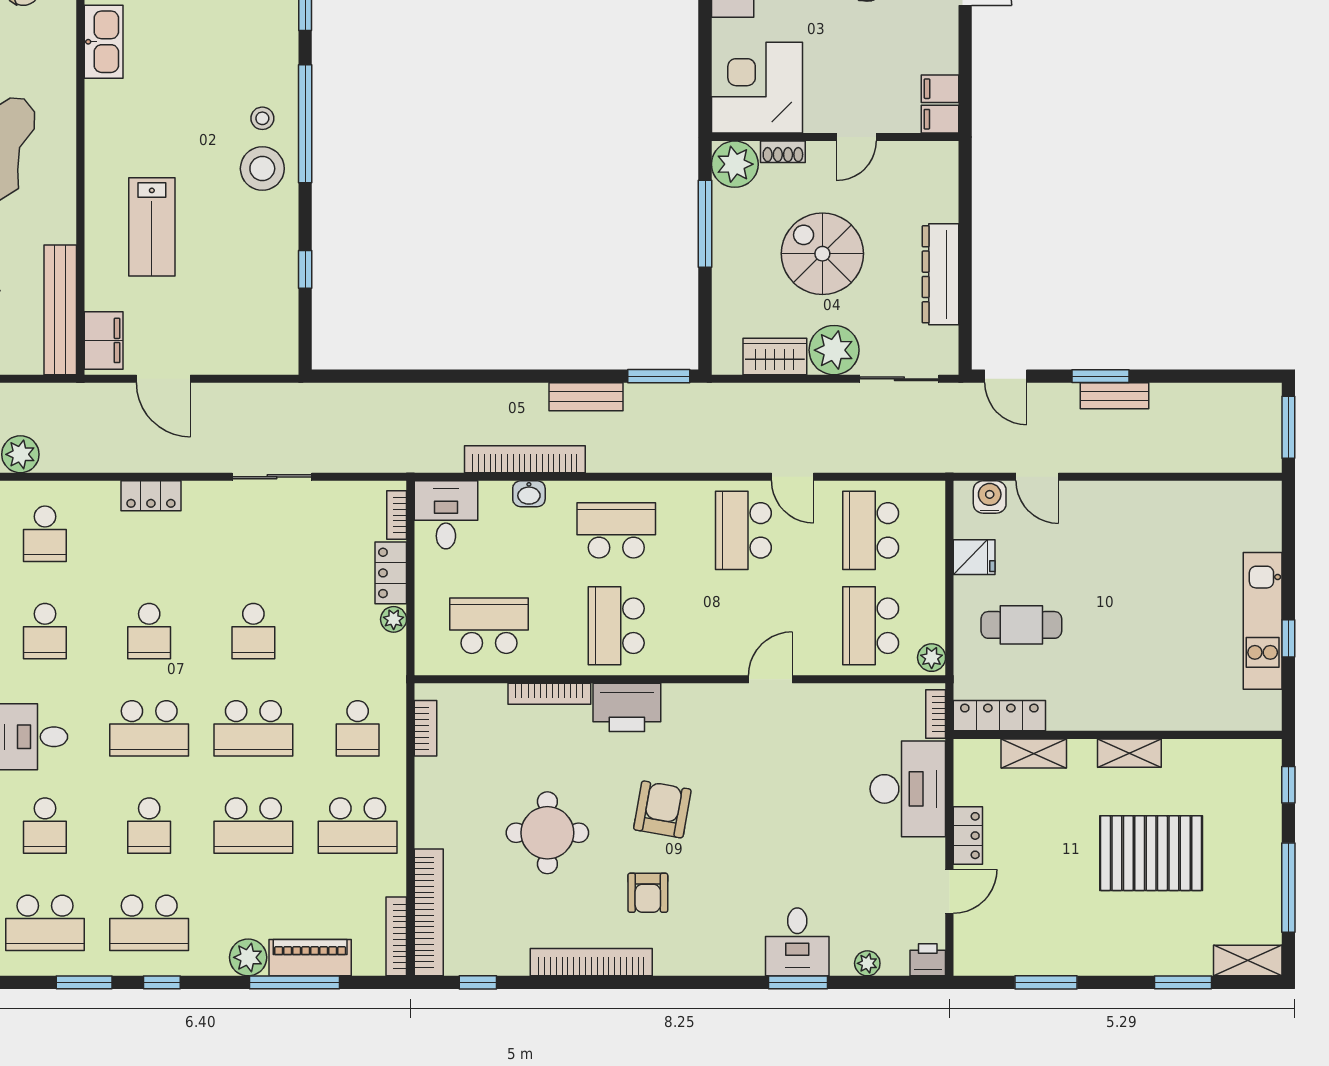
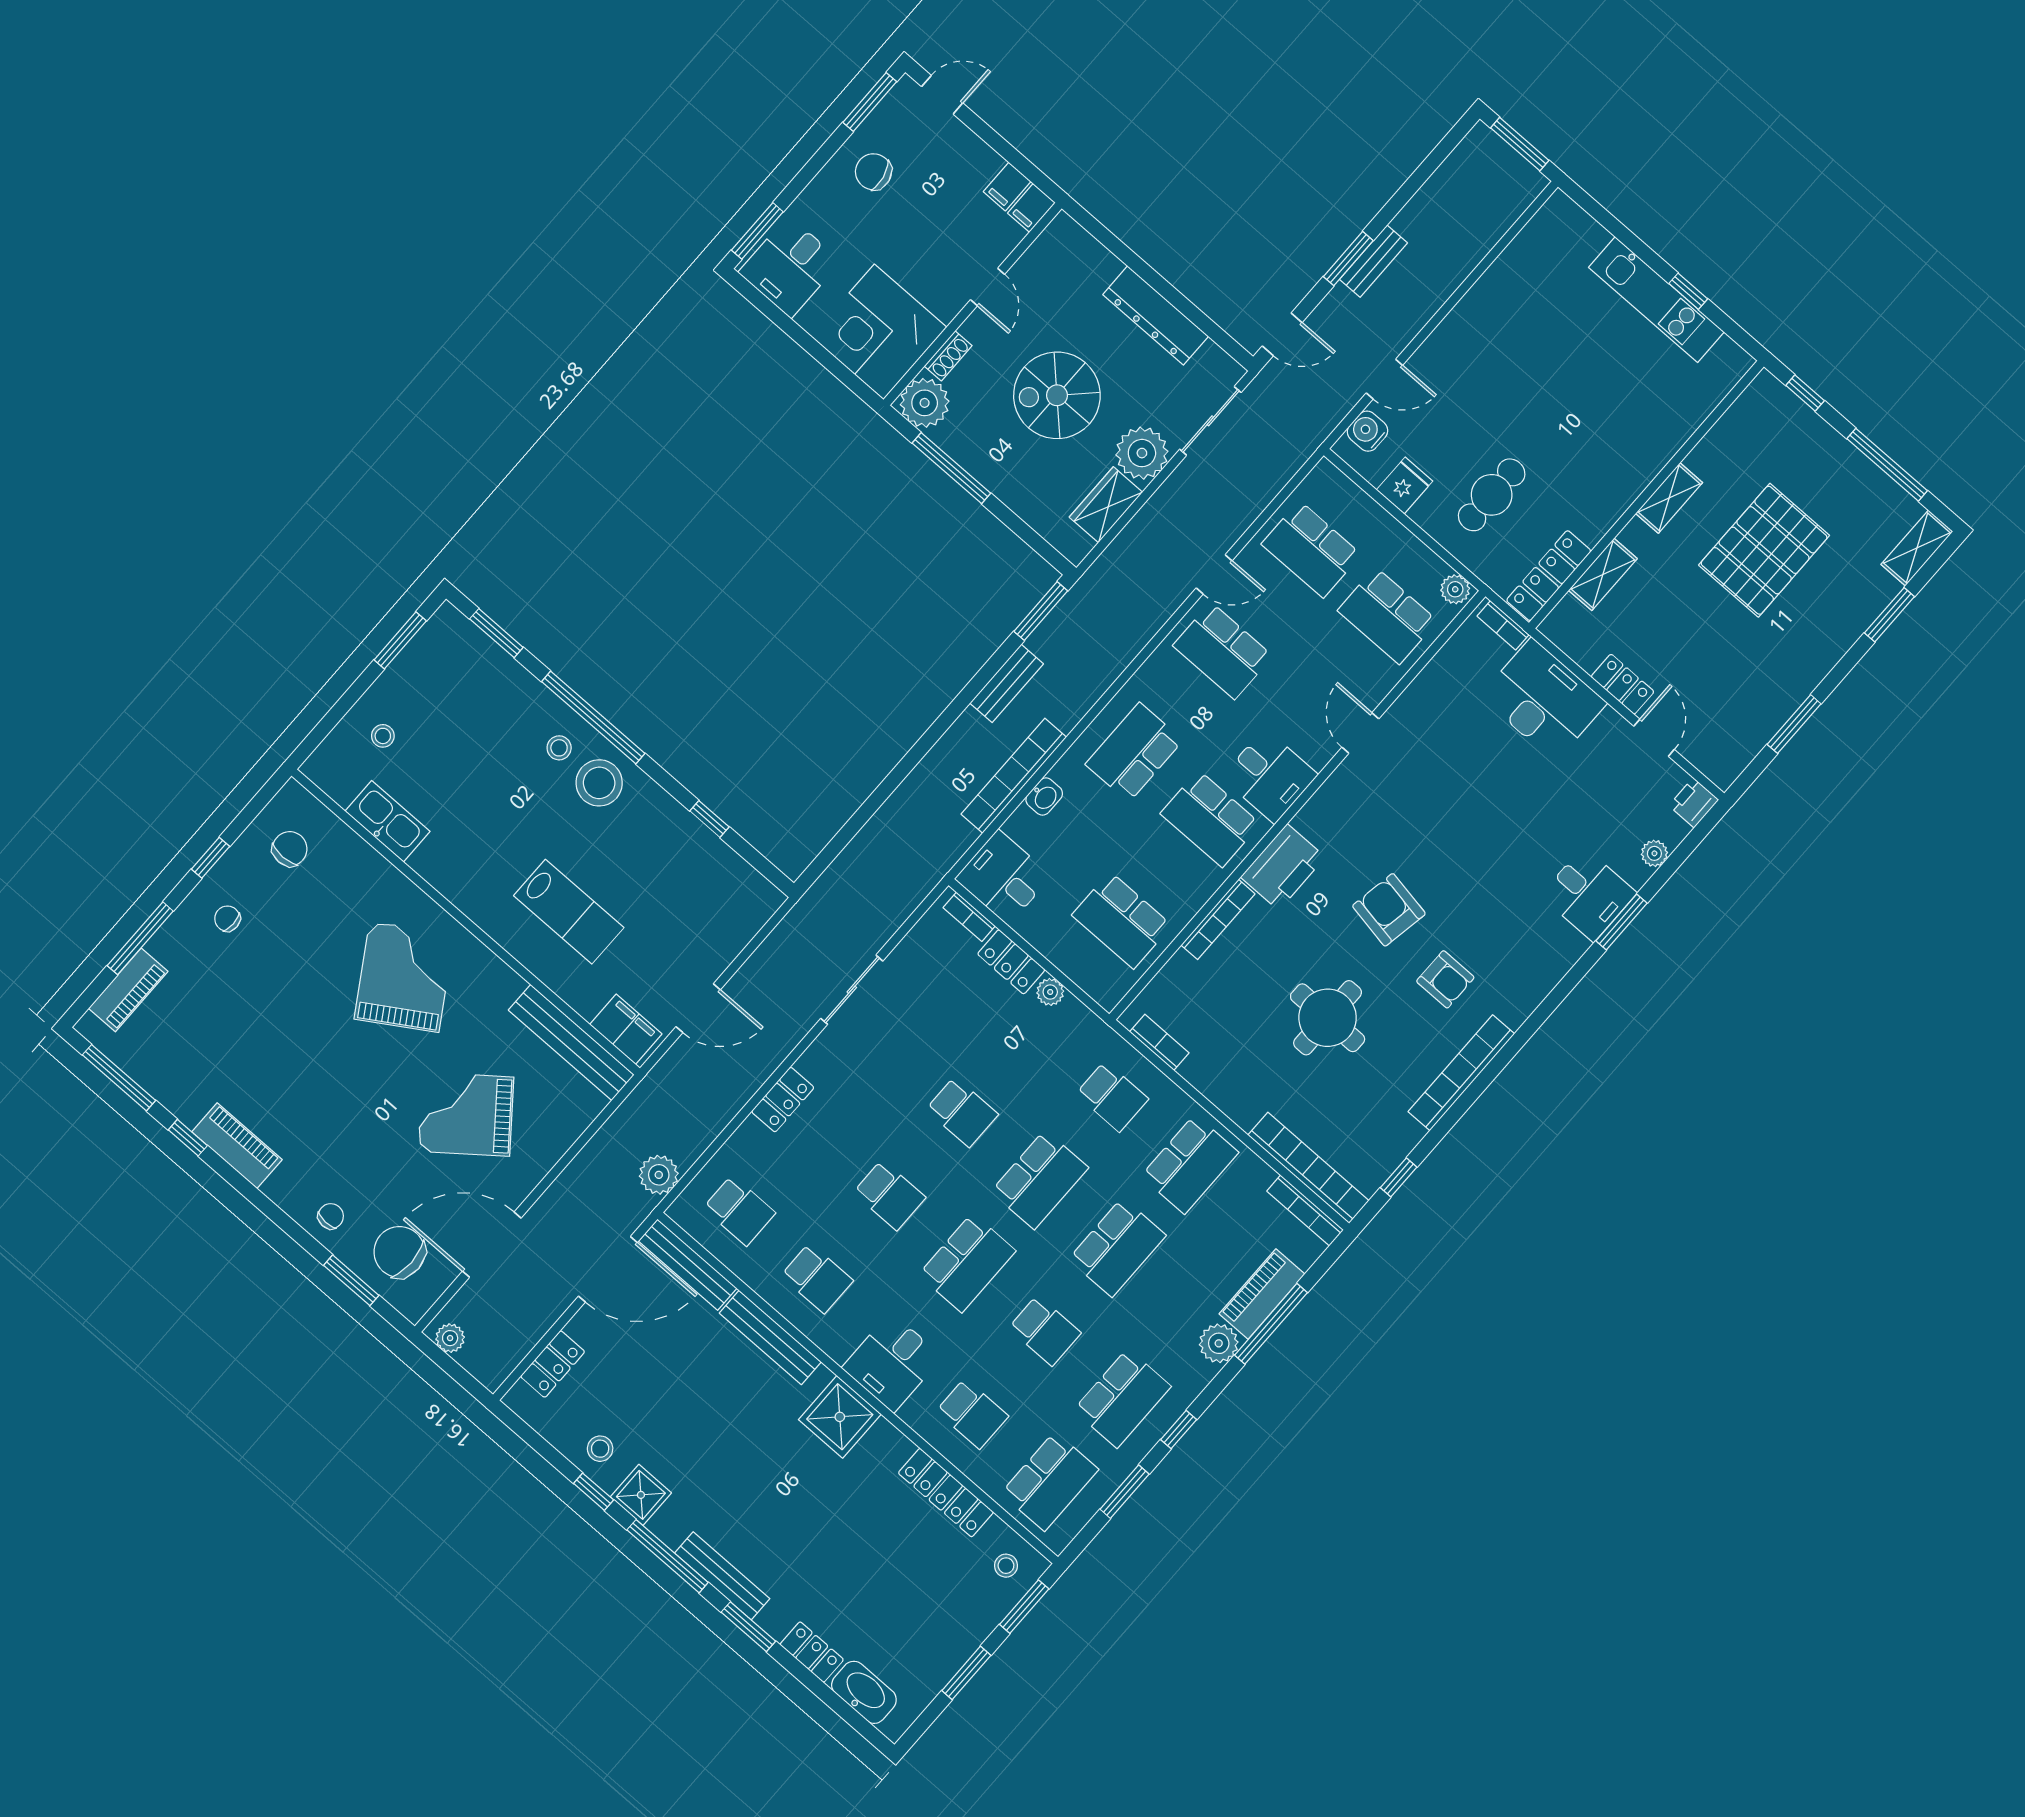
school desk: (489, 626) -> (1122, 920), turned -90
desk: (683, 641) -> (1269, 776), added

